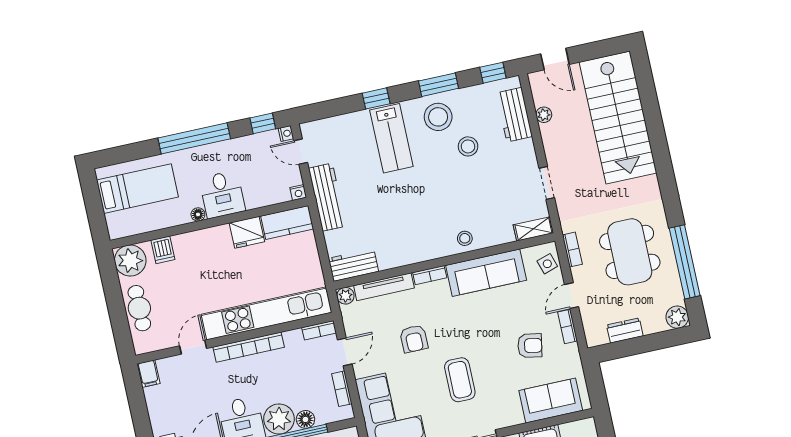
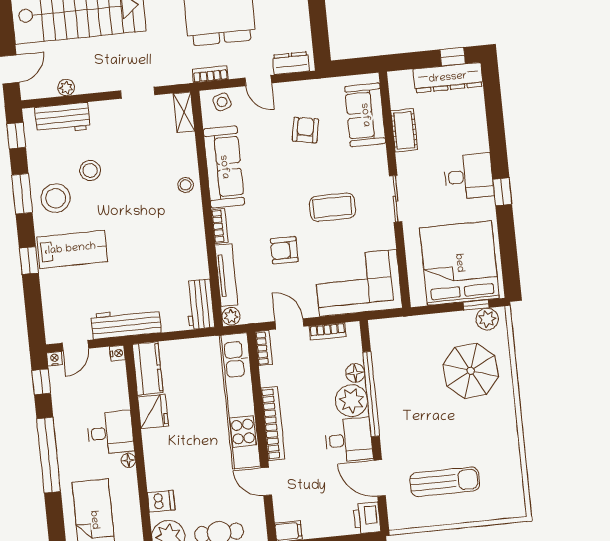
bookcase: (567, 327) -> (290, 88), removed
dresser: (625, 330) -> (291, 63), moved, turned 90
armchair: (414, 339) -> (284, 250), turned 180

